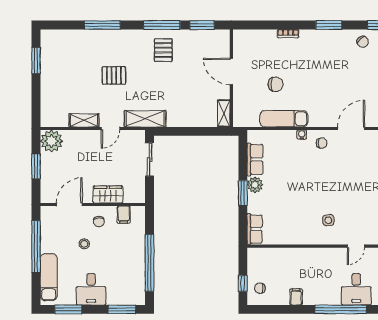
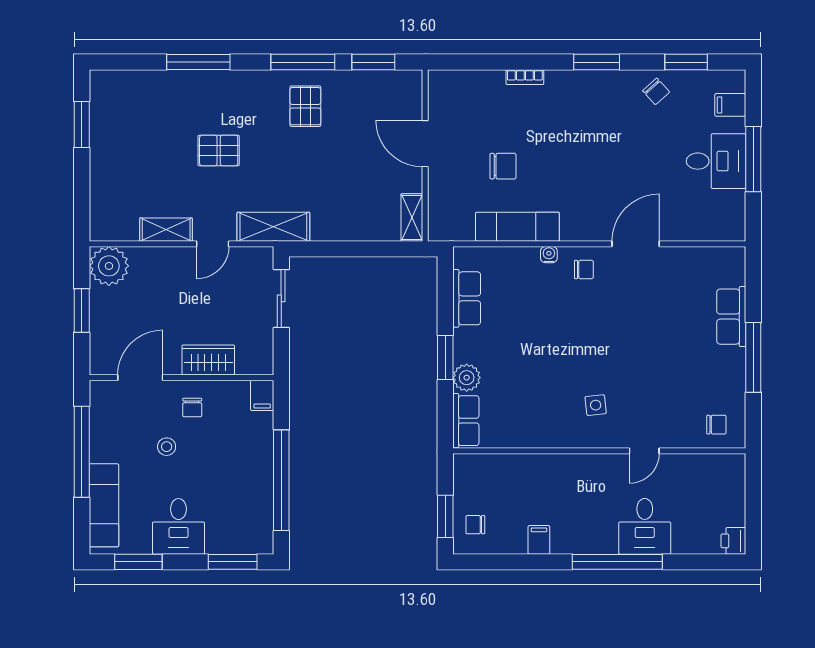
plant: (255, 185) -> (467, 378), moved
filing cabinet: (124, 215) -> (262, 395), moved
window: (243, 283) -> (445, 516), width x1.50

